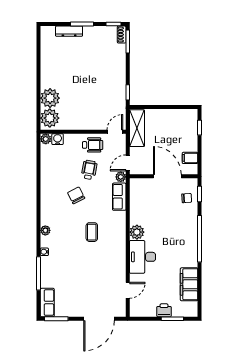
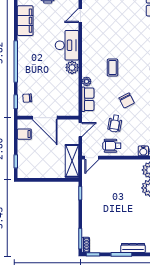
plant: (121, 177) -> (87, 81), moved

